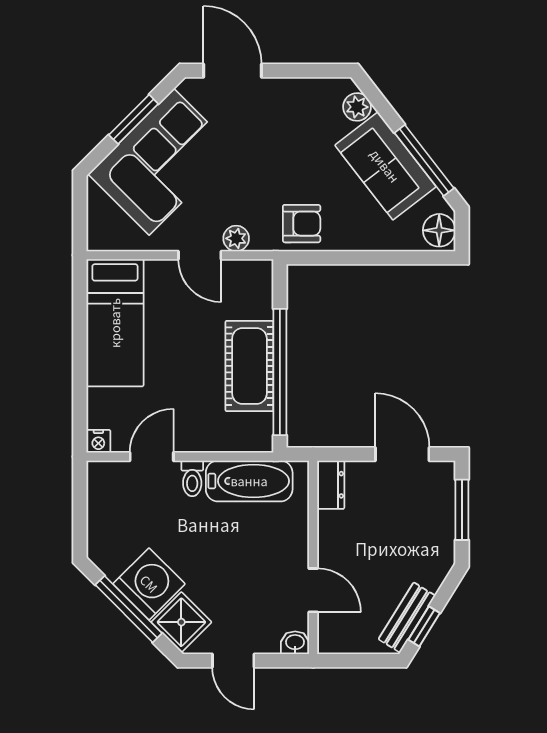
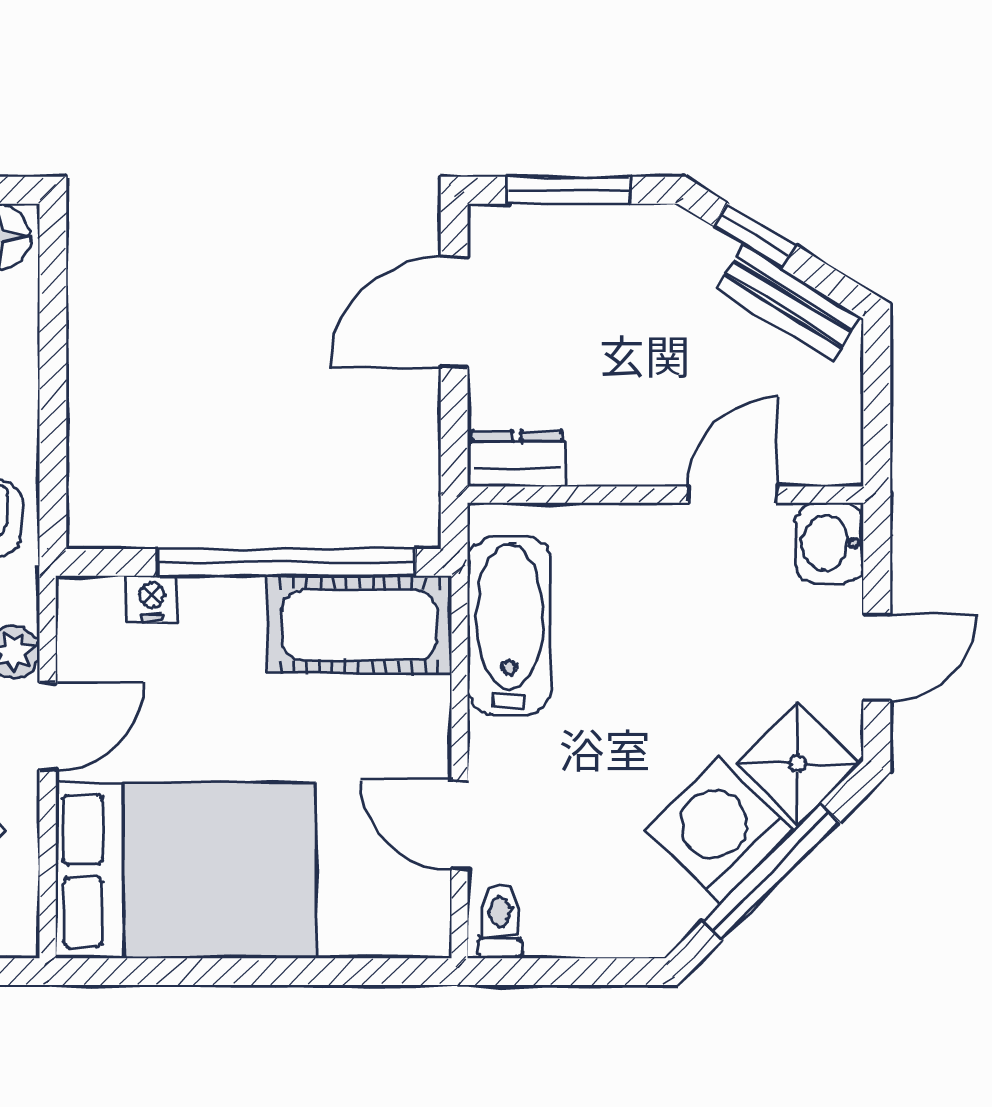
bed: (115, 323) -> (186, 871), width x1.50
cot: (249, 366) -> (359, 625), moved
nightstand: (98, 441) -> (152, 599), moved, turned -90
toilet: (192, 478) -> (500, 922), moved, turned -90
window: (424, 626) -> (754, 235), moved
washbasin: (295, 643) -> (829, 543), width x1.38, depth x1.45

